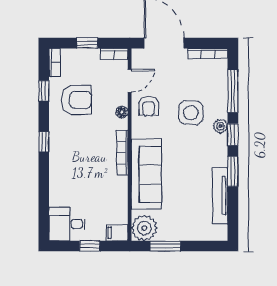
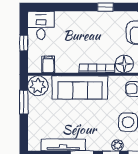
floor lamp: (122, 112) -> (124, 64), width x1.89, depth x1.89
filing cabinet: (117, 233) -> (48, 65), moved

